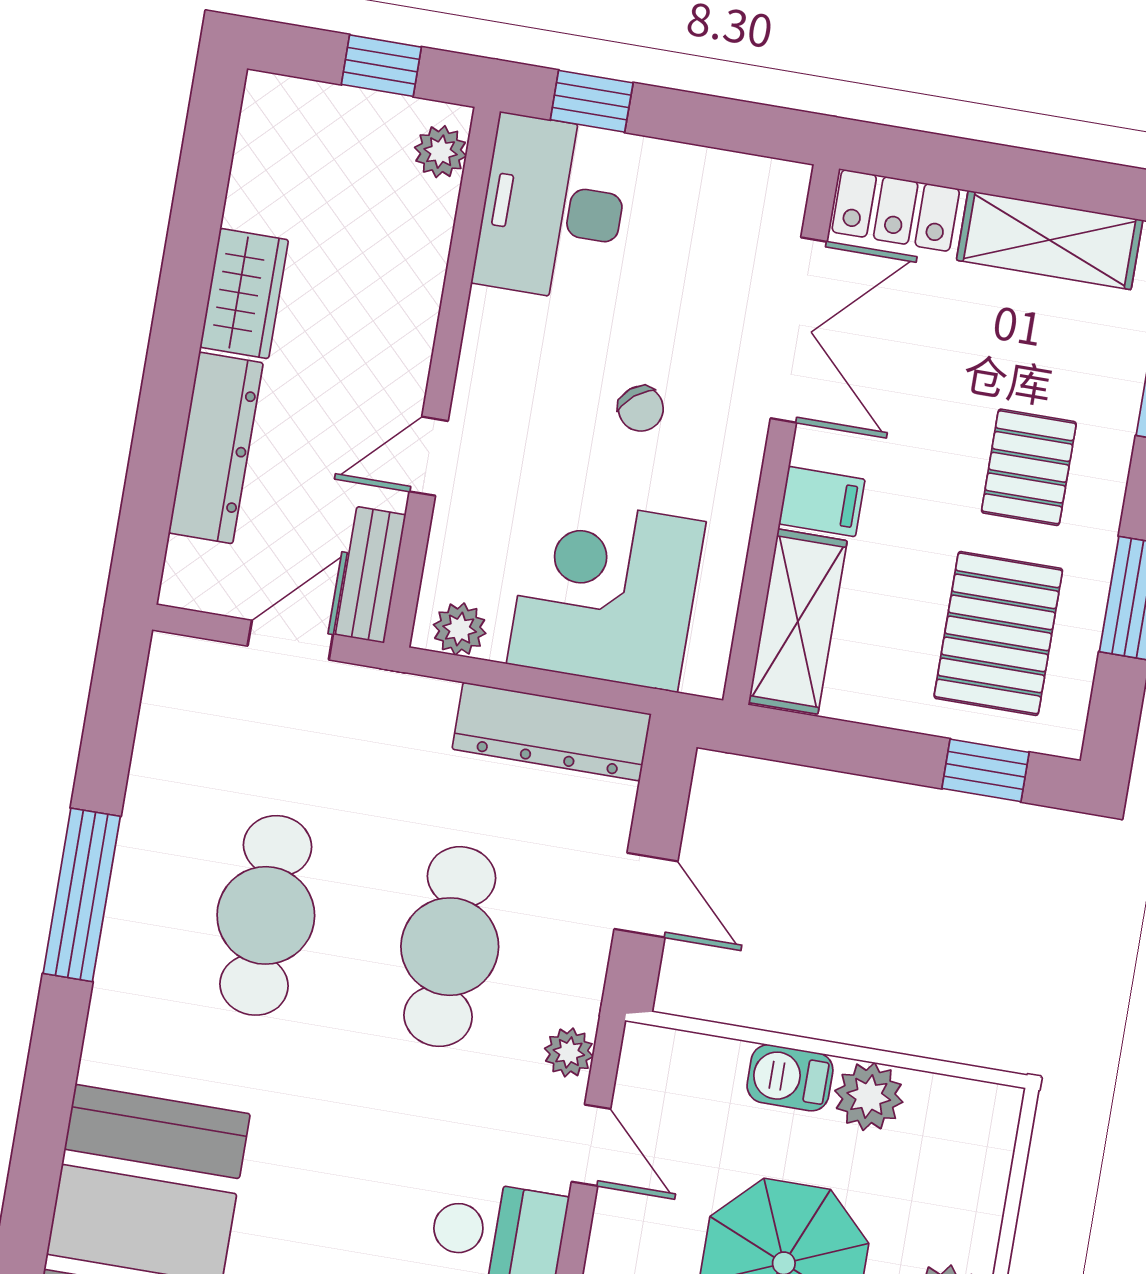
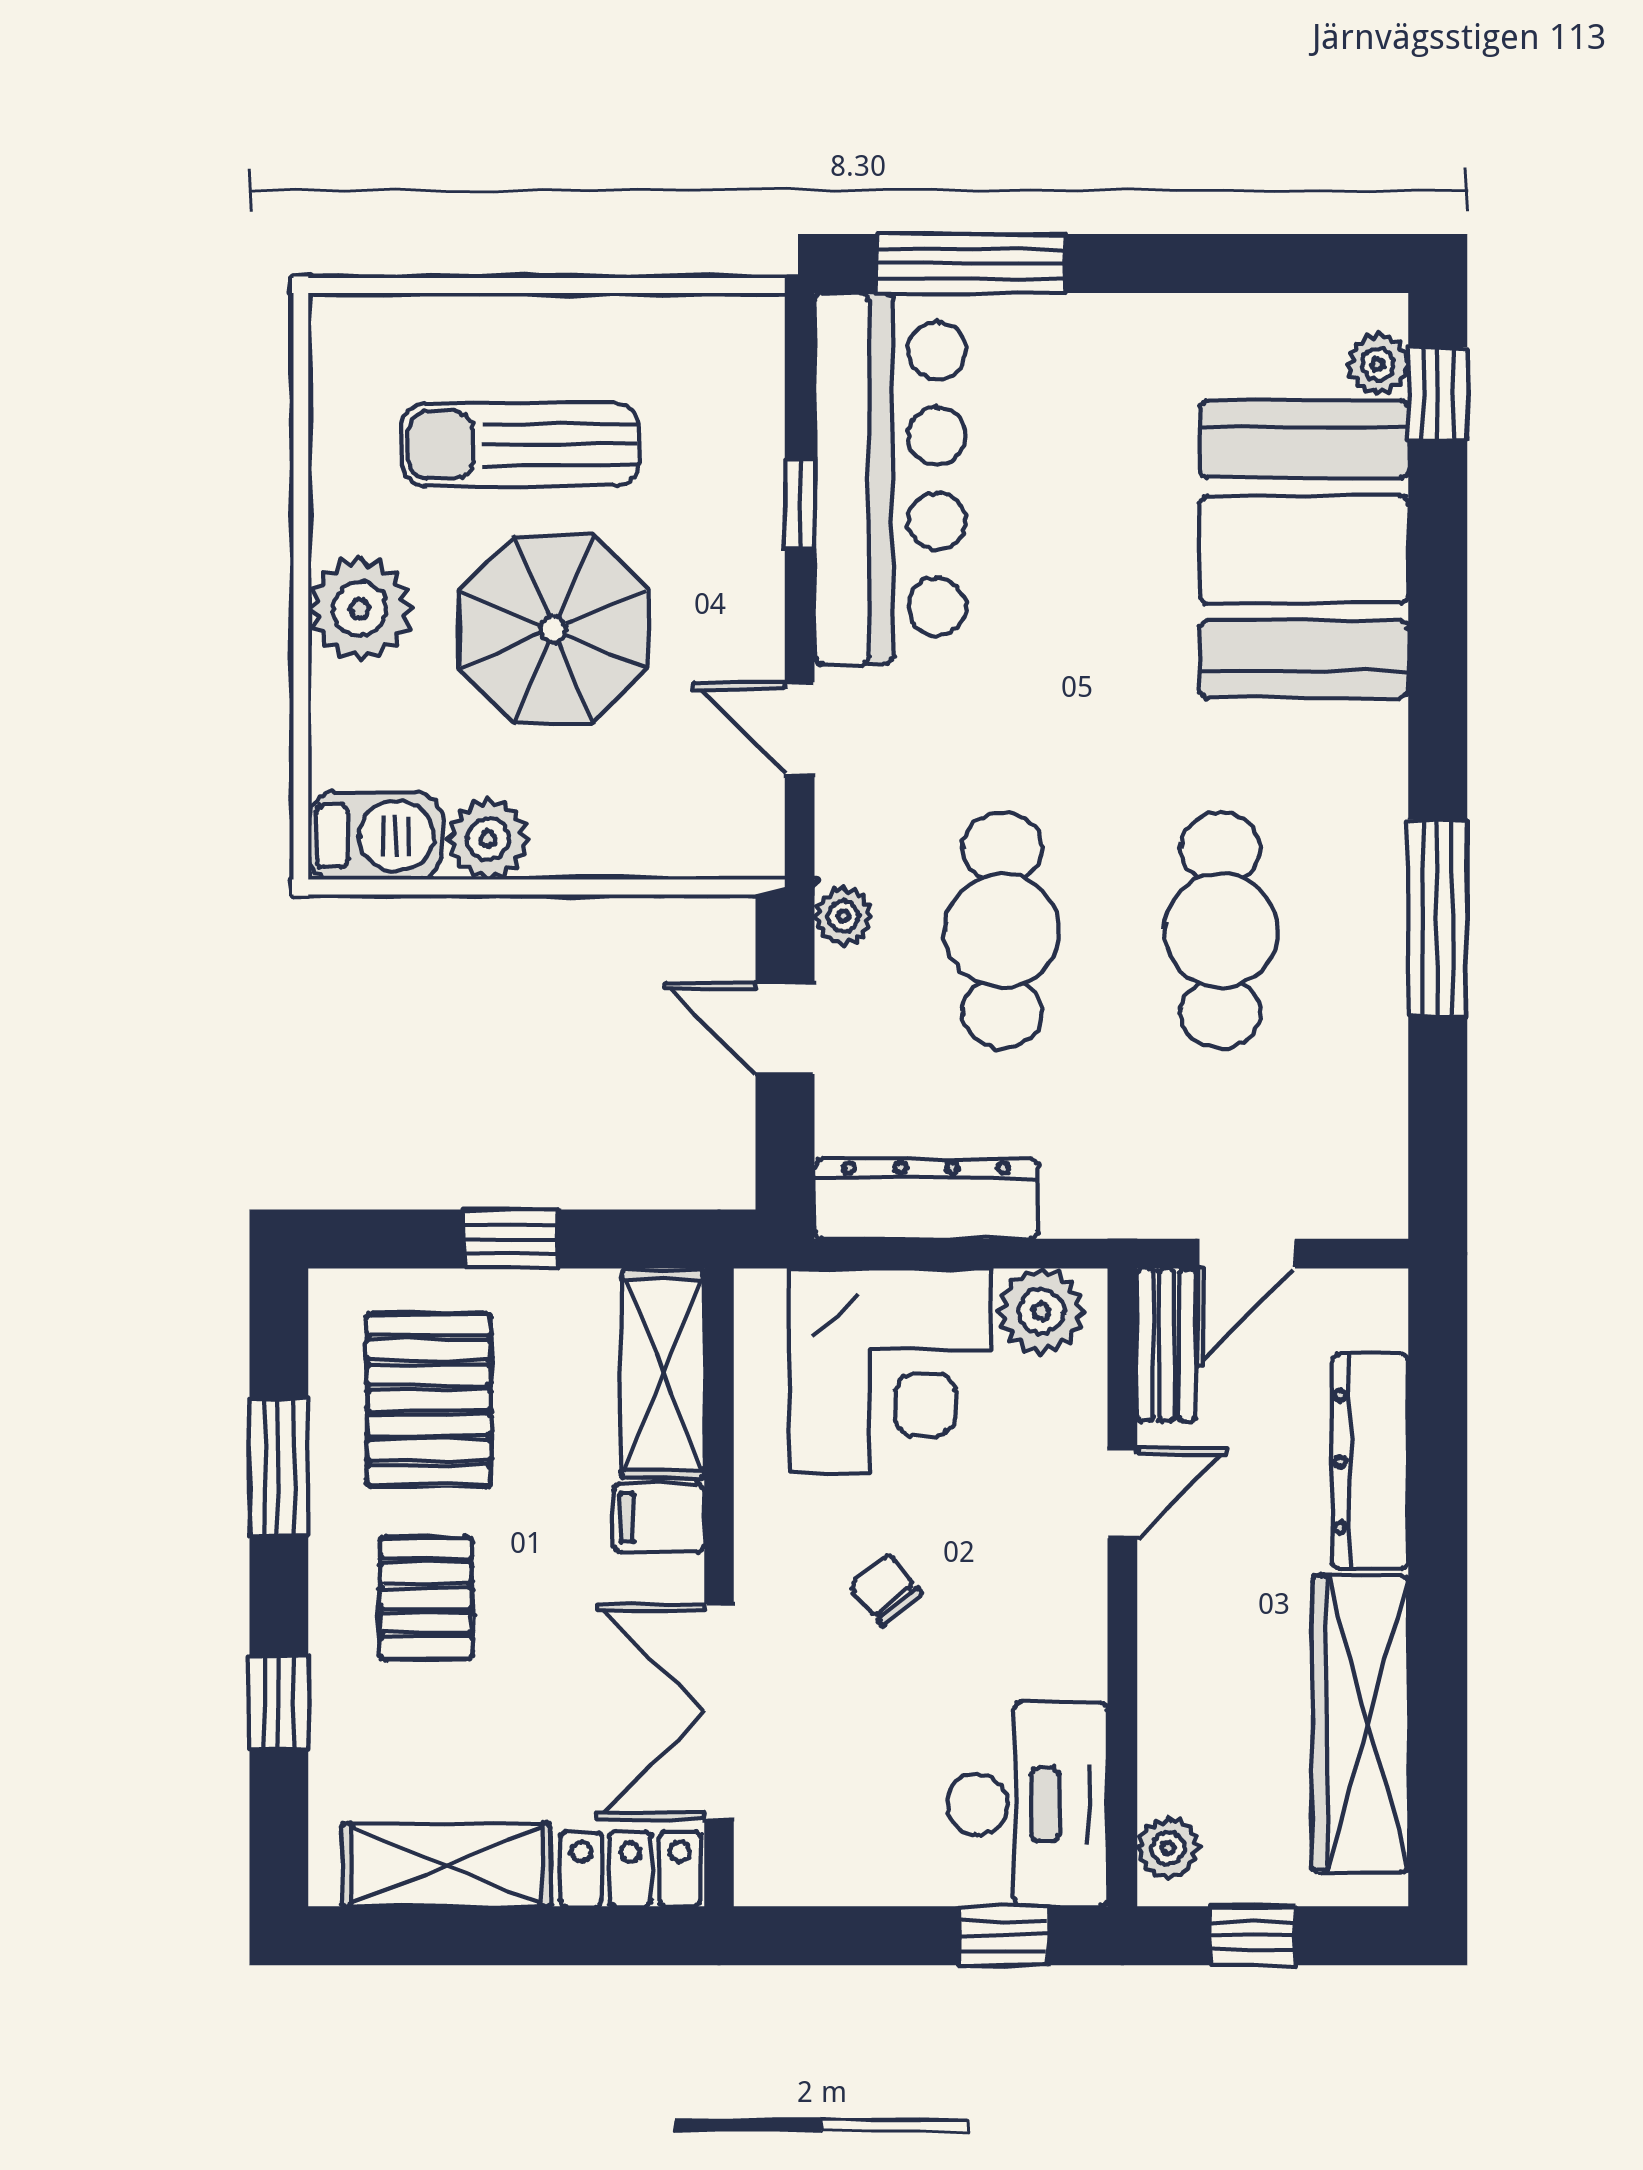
wardrobe: (244, 293) -> (1360, 1723), width x2.10, depth x1.17
plant: (460, 629) -> (1041, 1311), width x1.38, depth x1.38
window: (986, 770) -> (511, 1239), moved
plant: (569, 1052) -> (843, 916), moved
barbecue: (790, 1078) -> (375, 836), moved, width x1.38, depth x1.27

